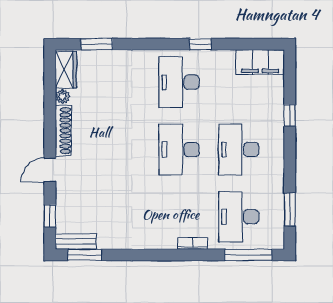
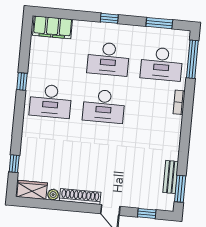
window: (97, 44) -> (14, 164), width x0.67
filing cabinet: (260, 62) -> (53, 27), moved, turned 90
window: (290, 115) -> (109, 18), moved
bench: (76, 242) -> (171, 177), moved

